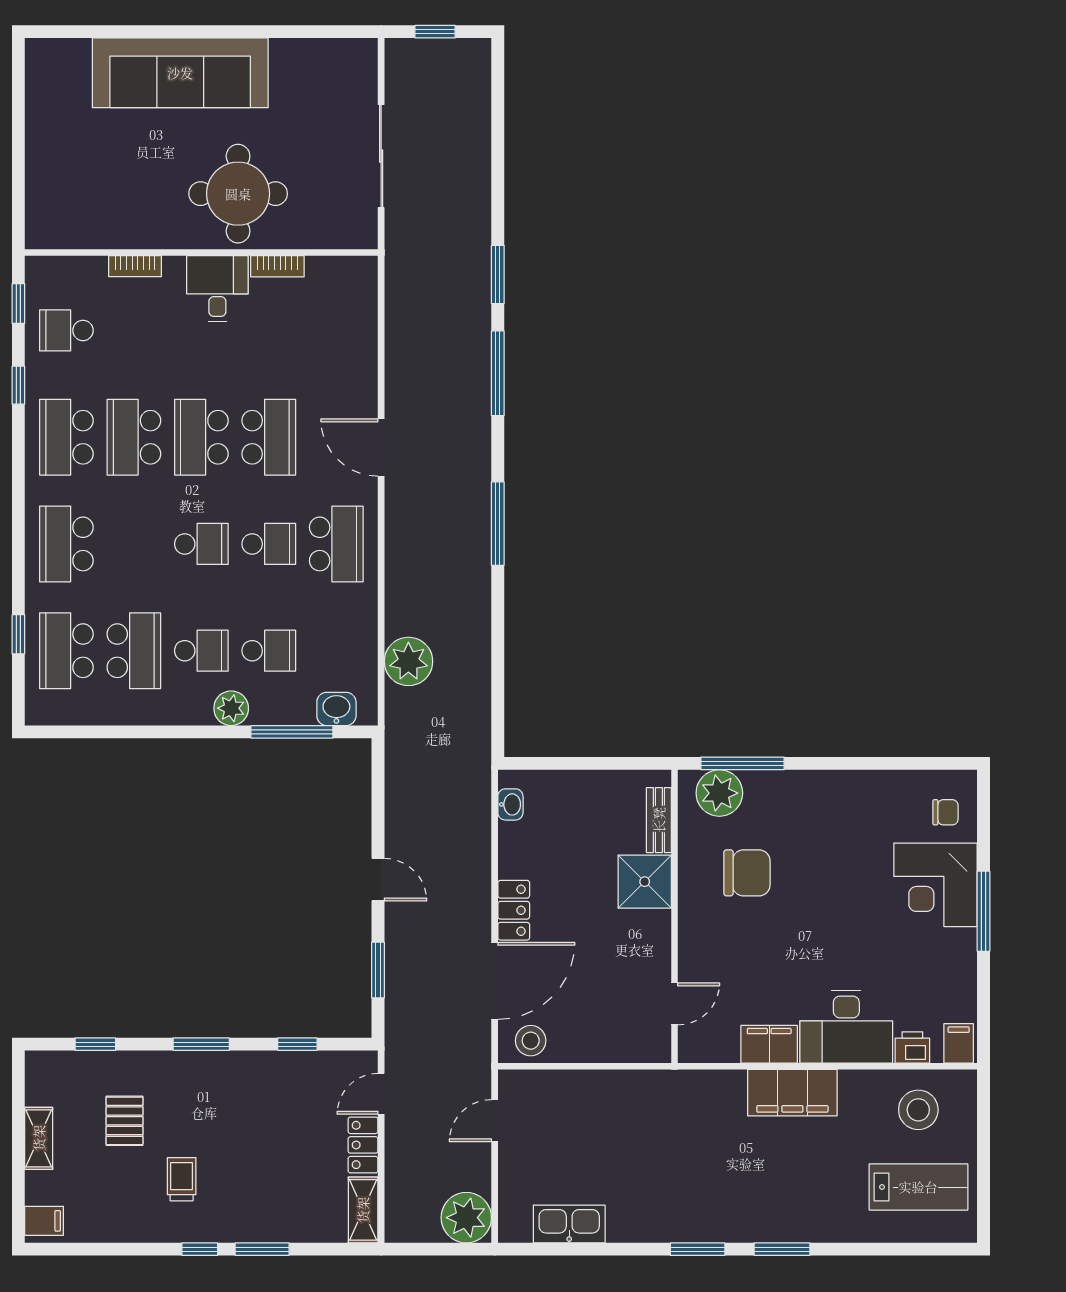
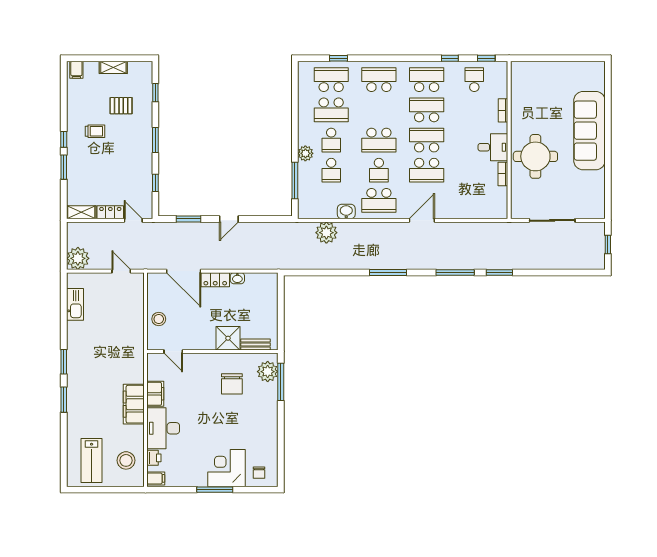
school desk: (201, 544) -> (379, 140), width x1.85
washbasin: (336, 709) -> (346, 212), moved, turned -90
washbasin: (510, 804) -> (237, 278), moved
stool: (531, 1041) -> (159, 319), moved

